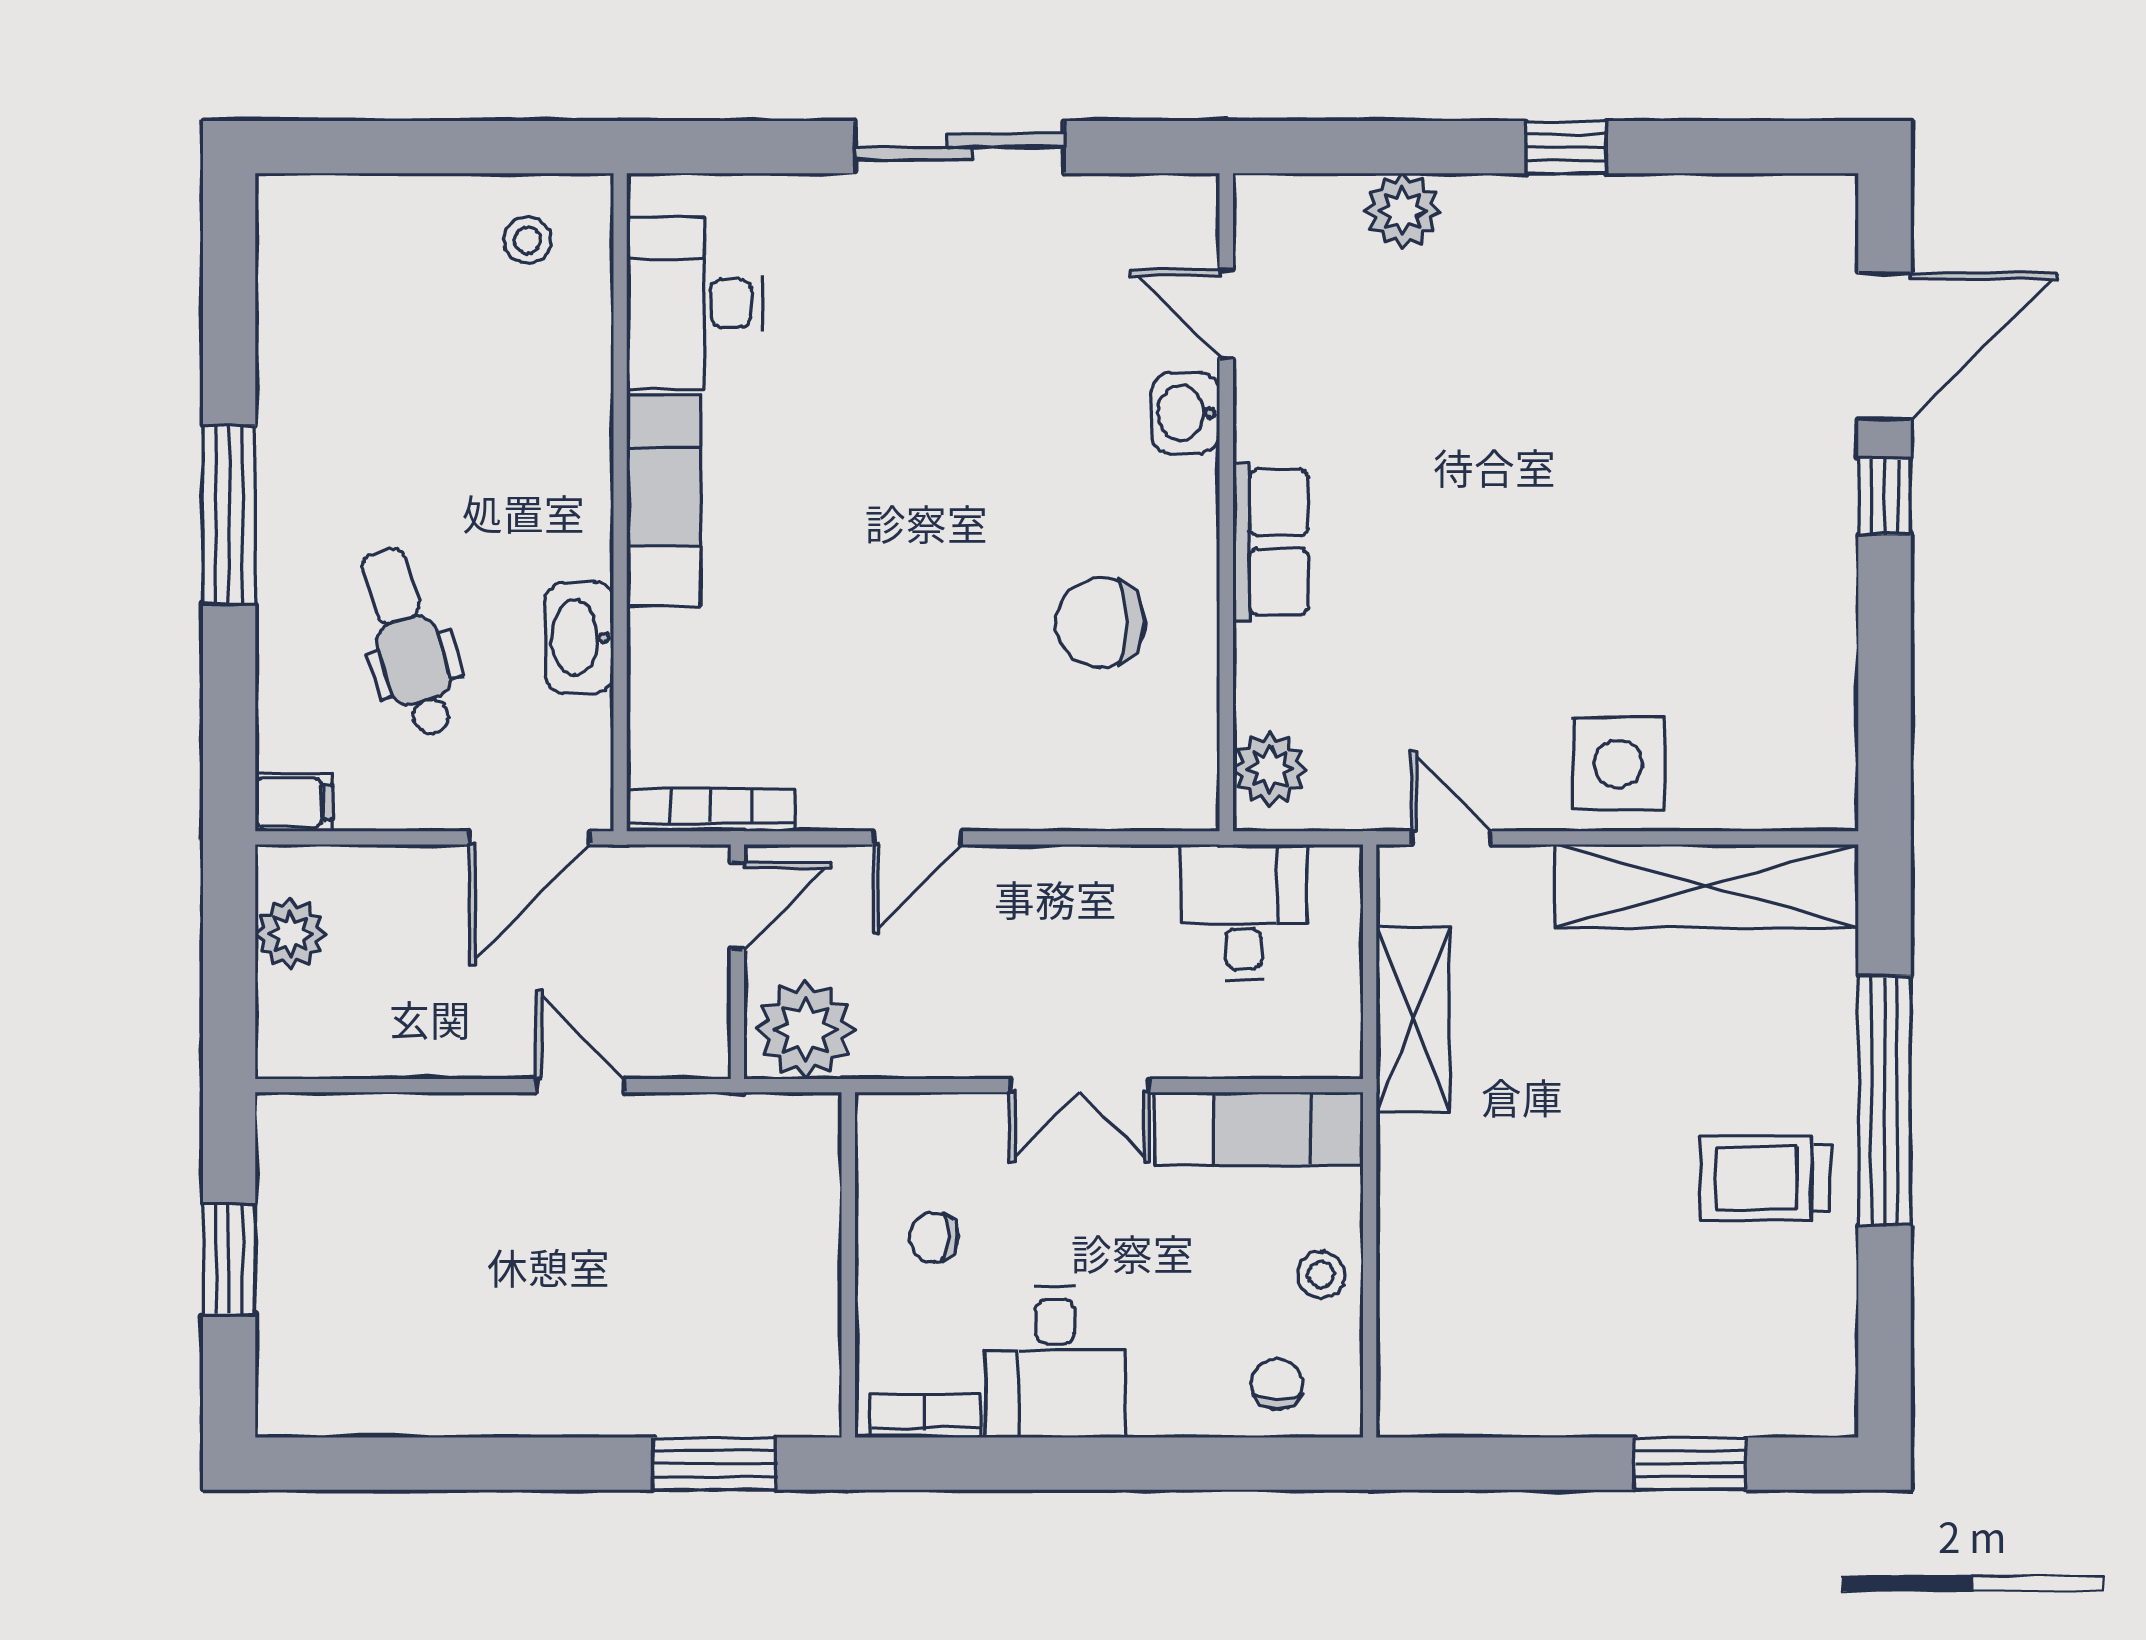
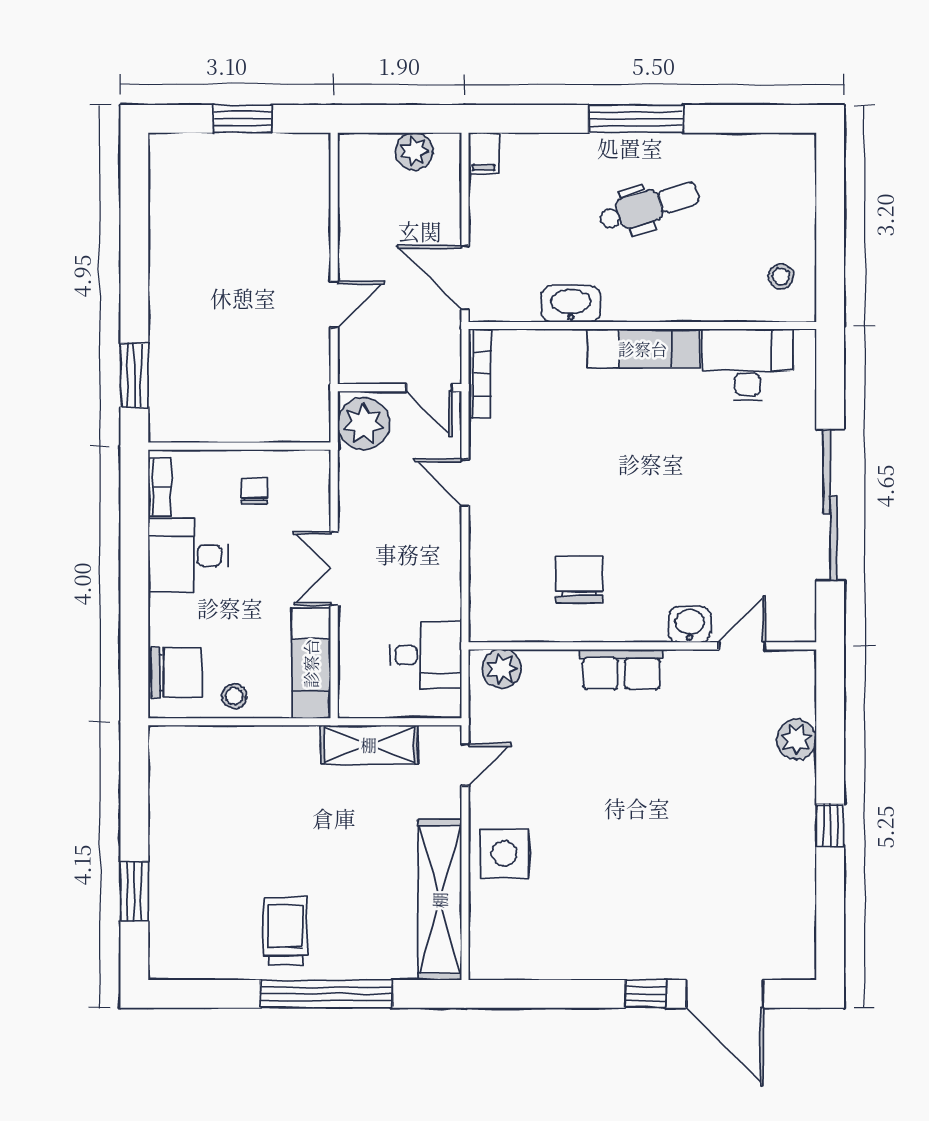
sliding door: (959, 147) -> (830, 505), width x1.36
dental chair: (408, 642) -> (649, 206), moved
chair: (1277, 1384) -> (176, 673), width x1.87, depth x1.87

